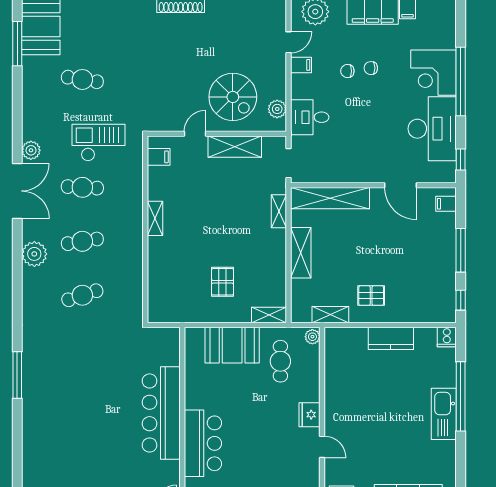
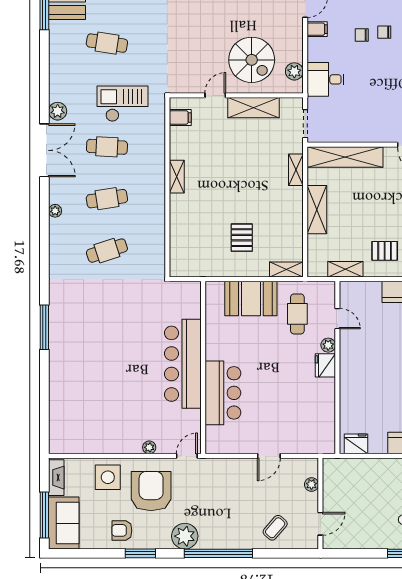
plant: (34, 254) -> (55, 211), width x0.53, depth x0.53
plant: (312, 337) -> (328, 345), moved
door: (322, 447) -> (337, 319), moved

